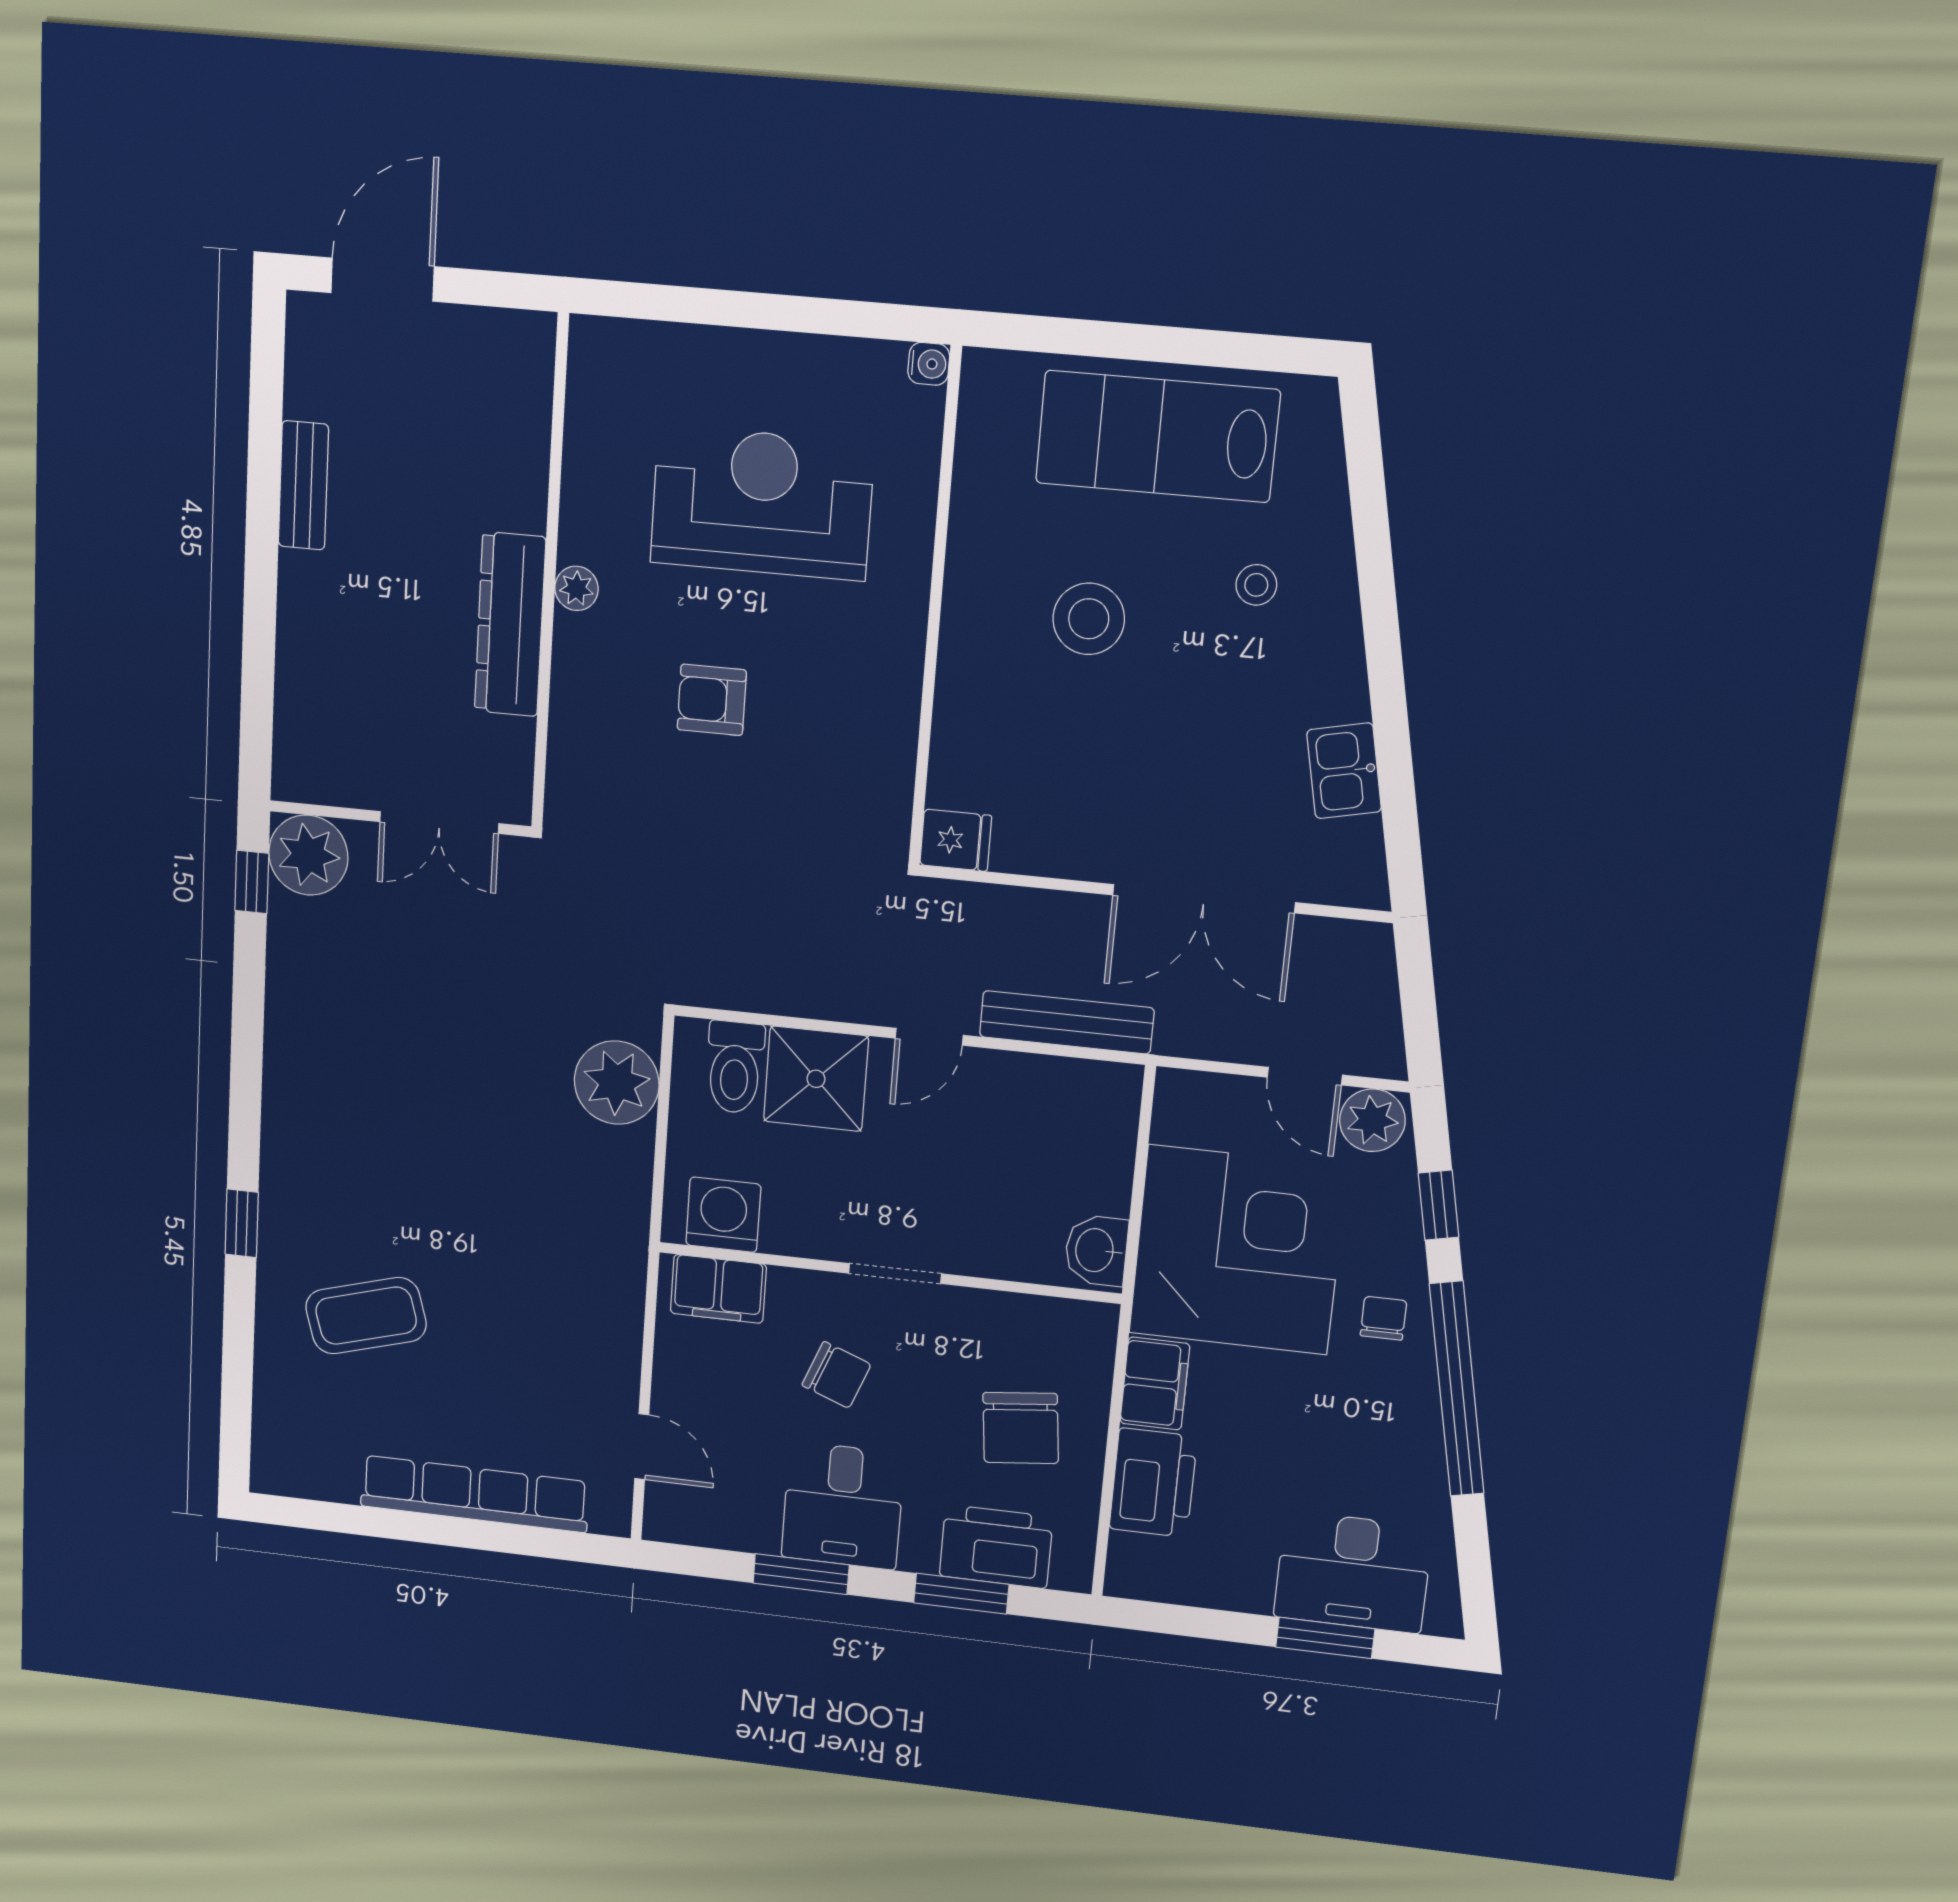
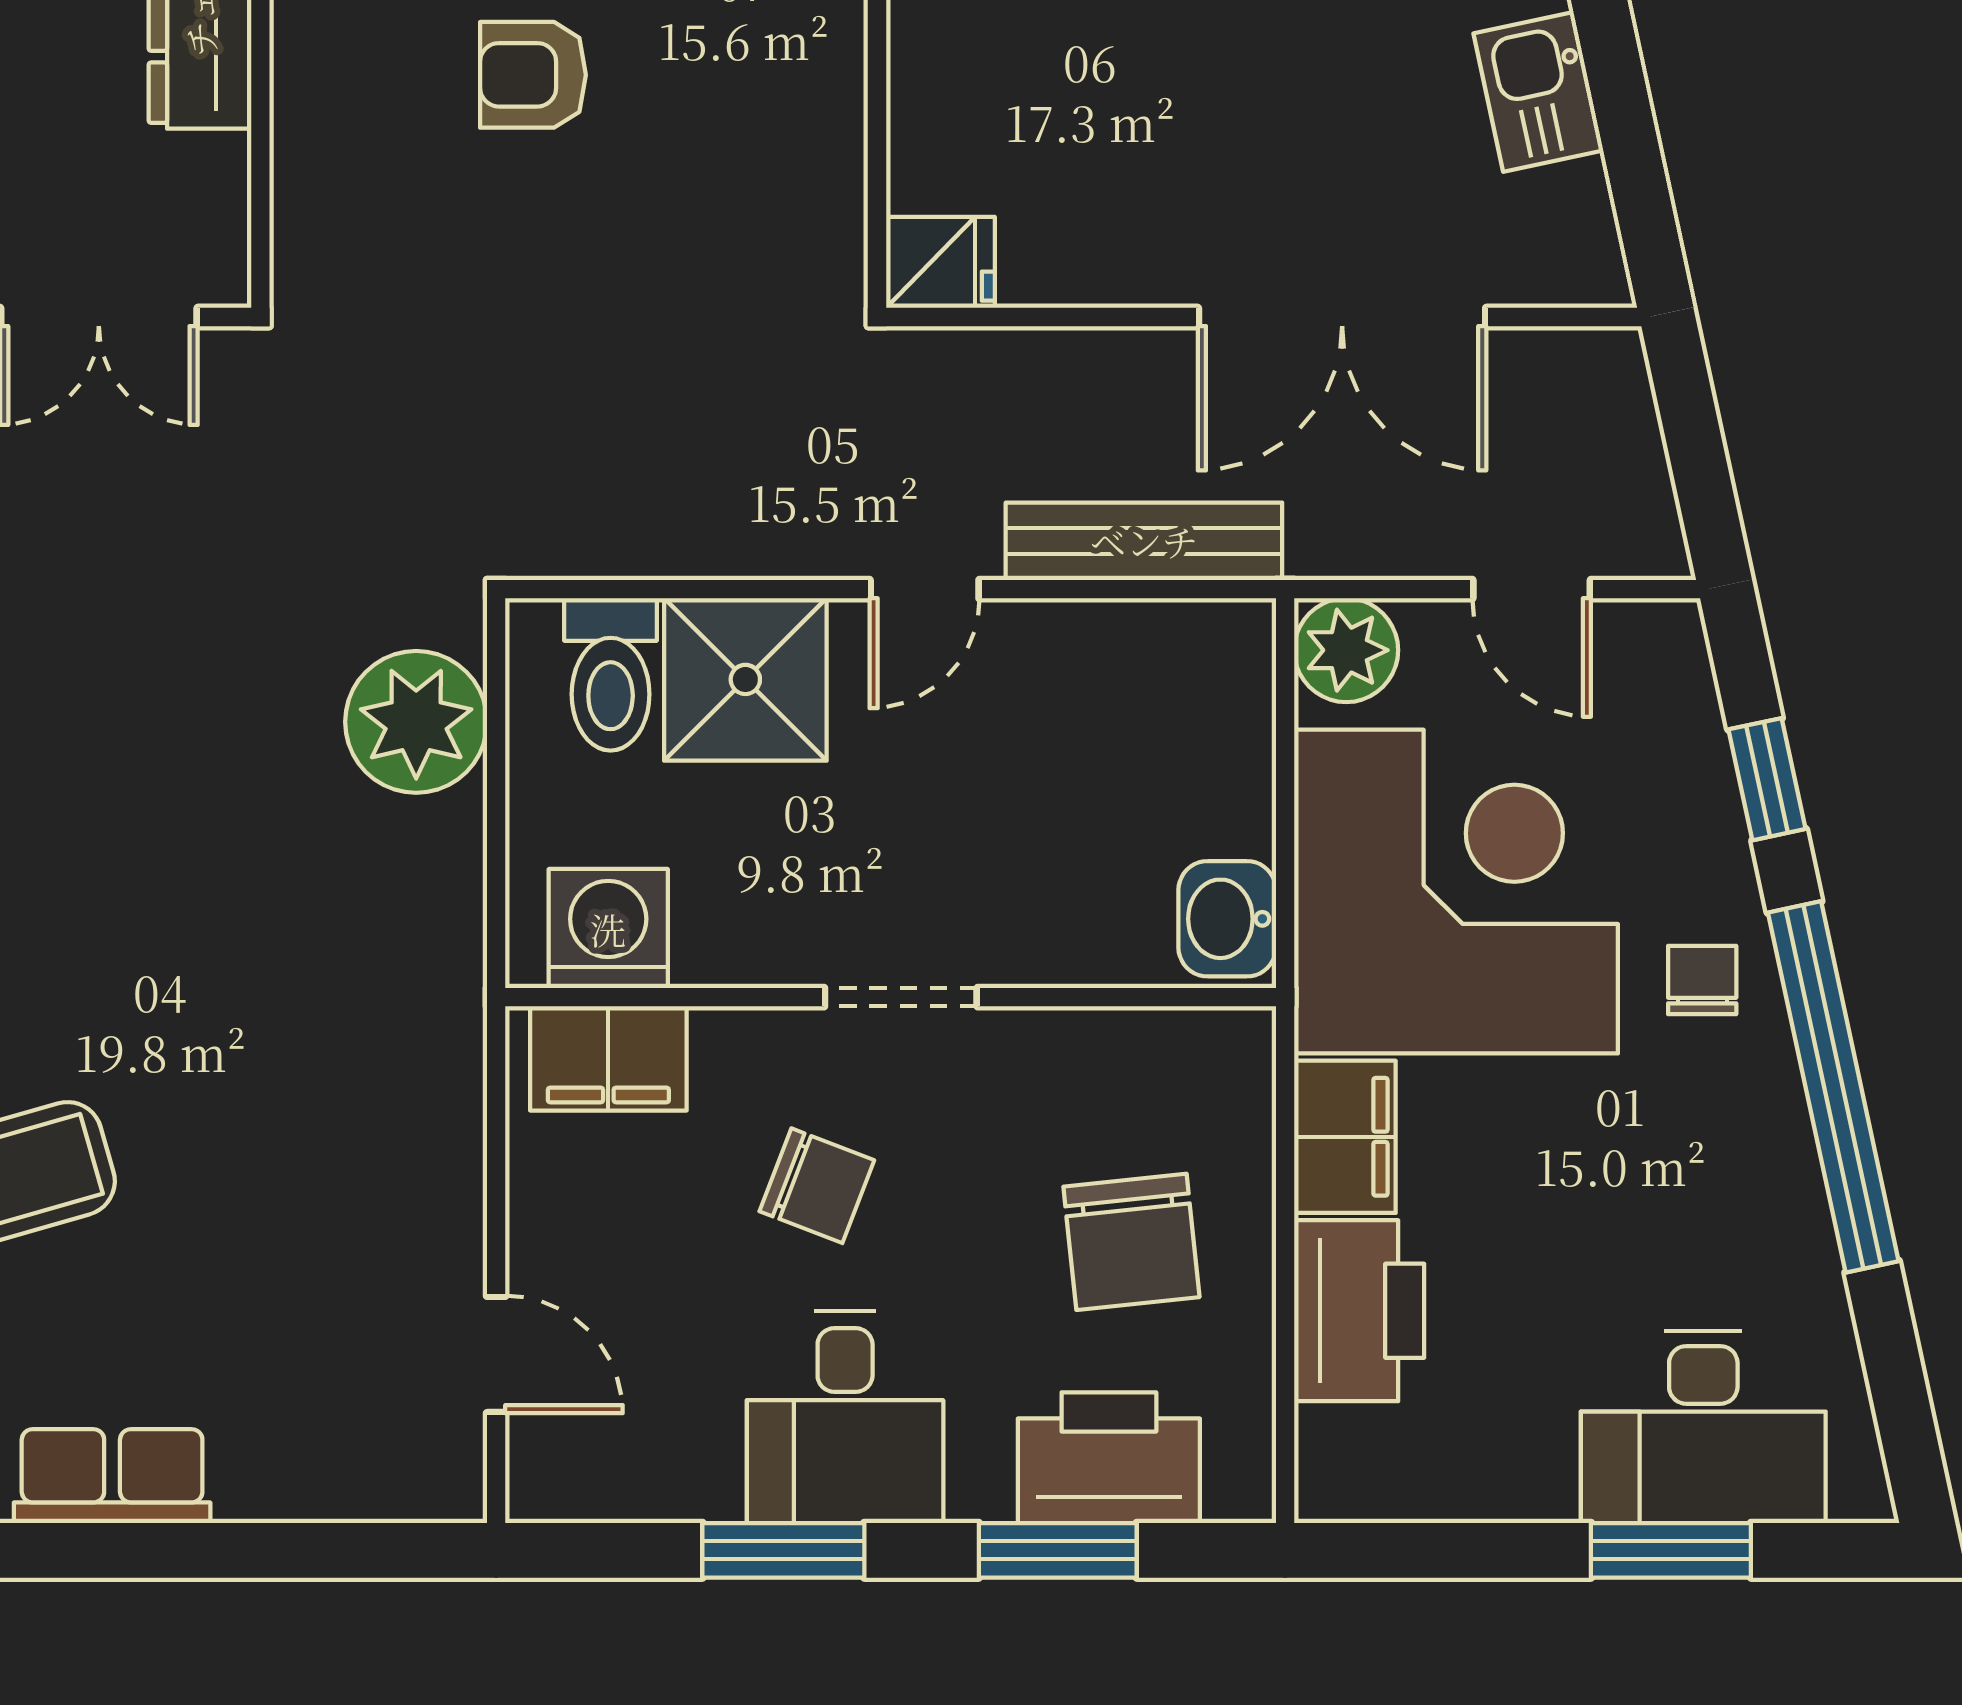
plant: (1372, 1120) -> (1346, 650), moved
row of seats: (474, 1494) -> (112, 1476), width x0.50

